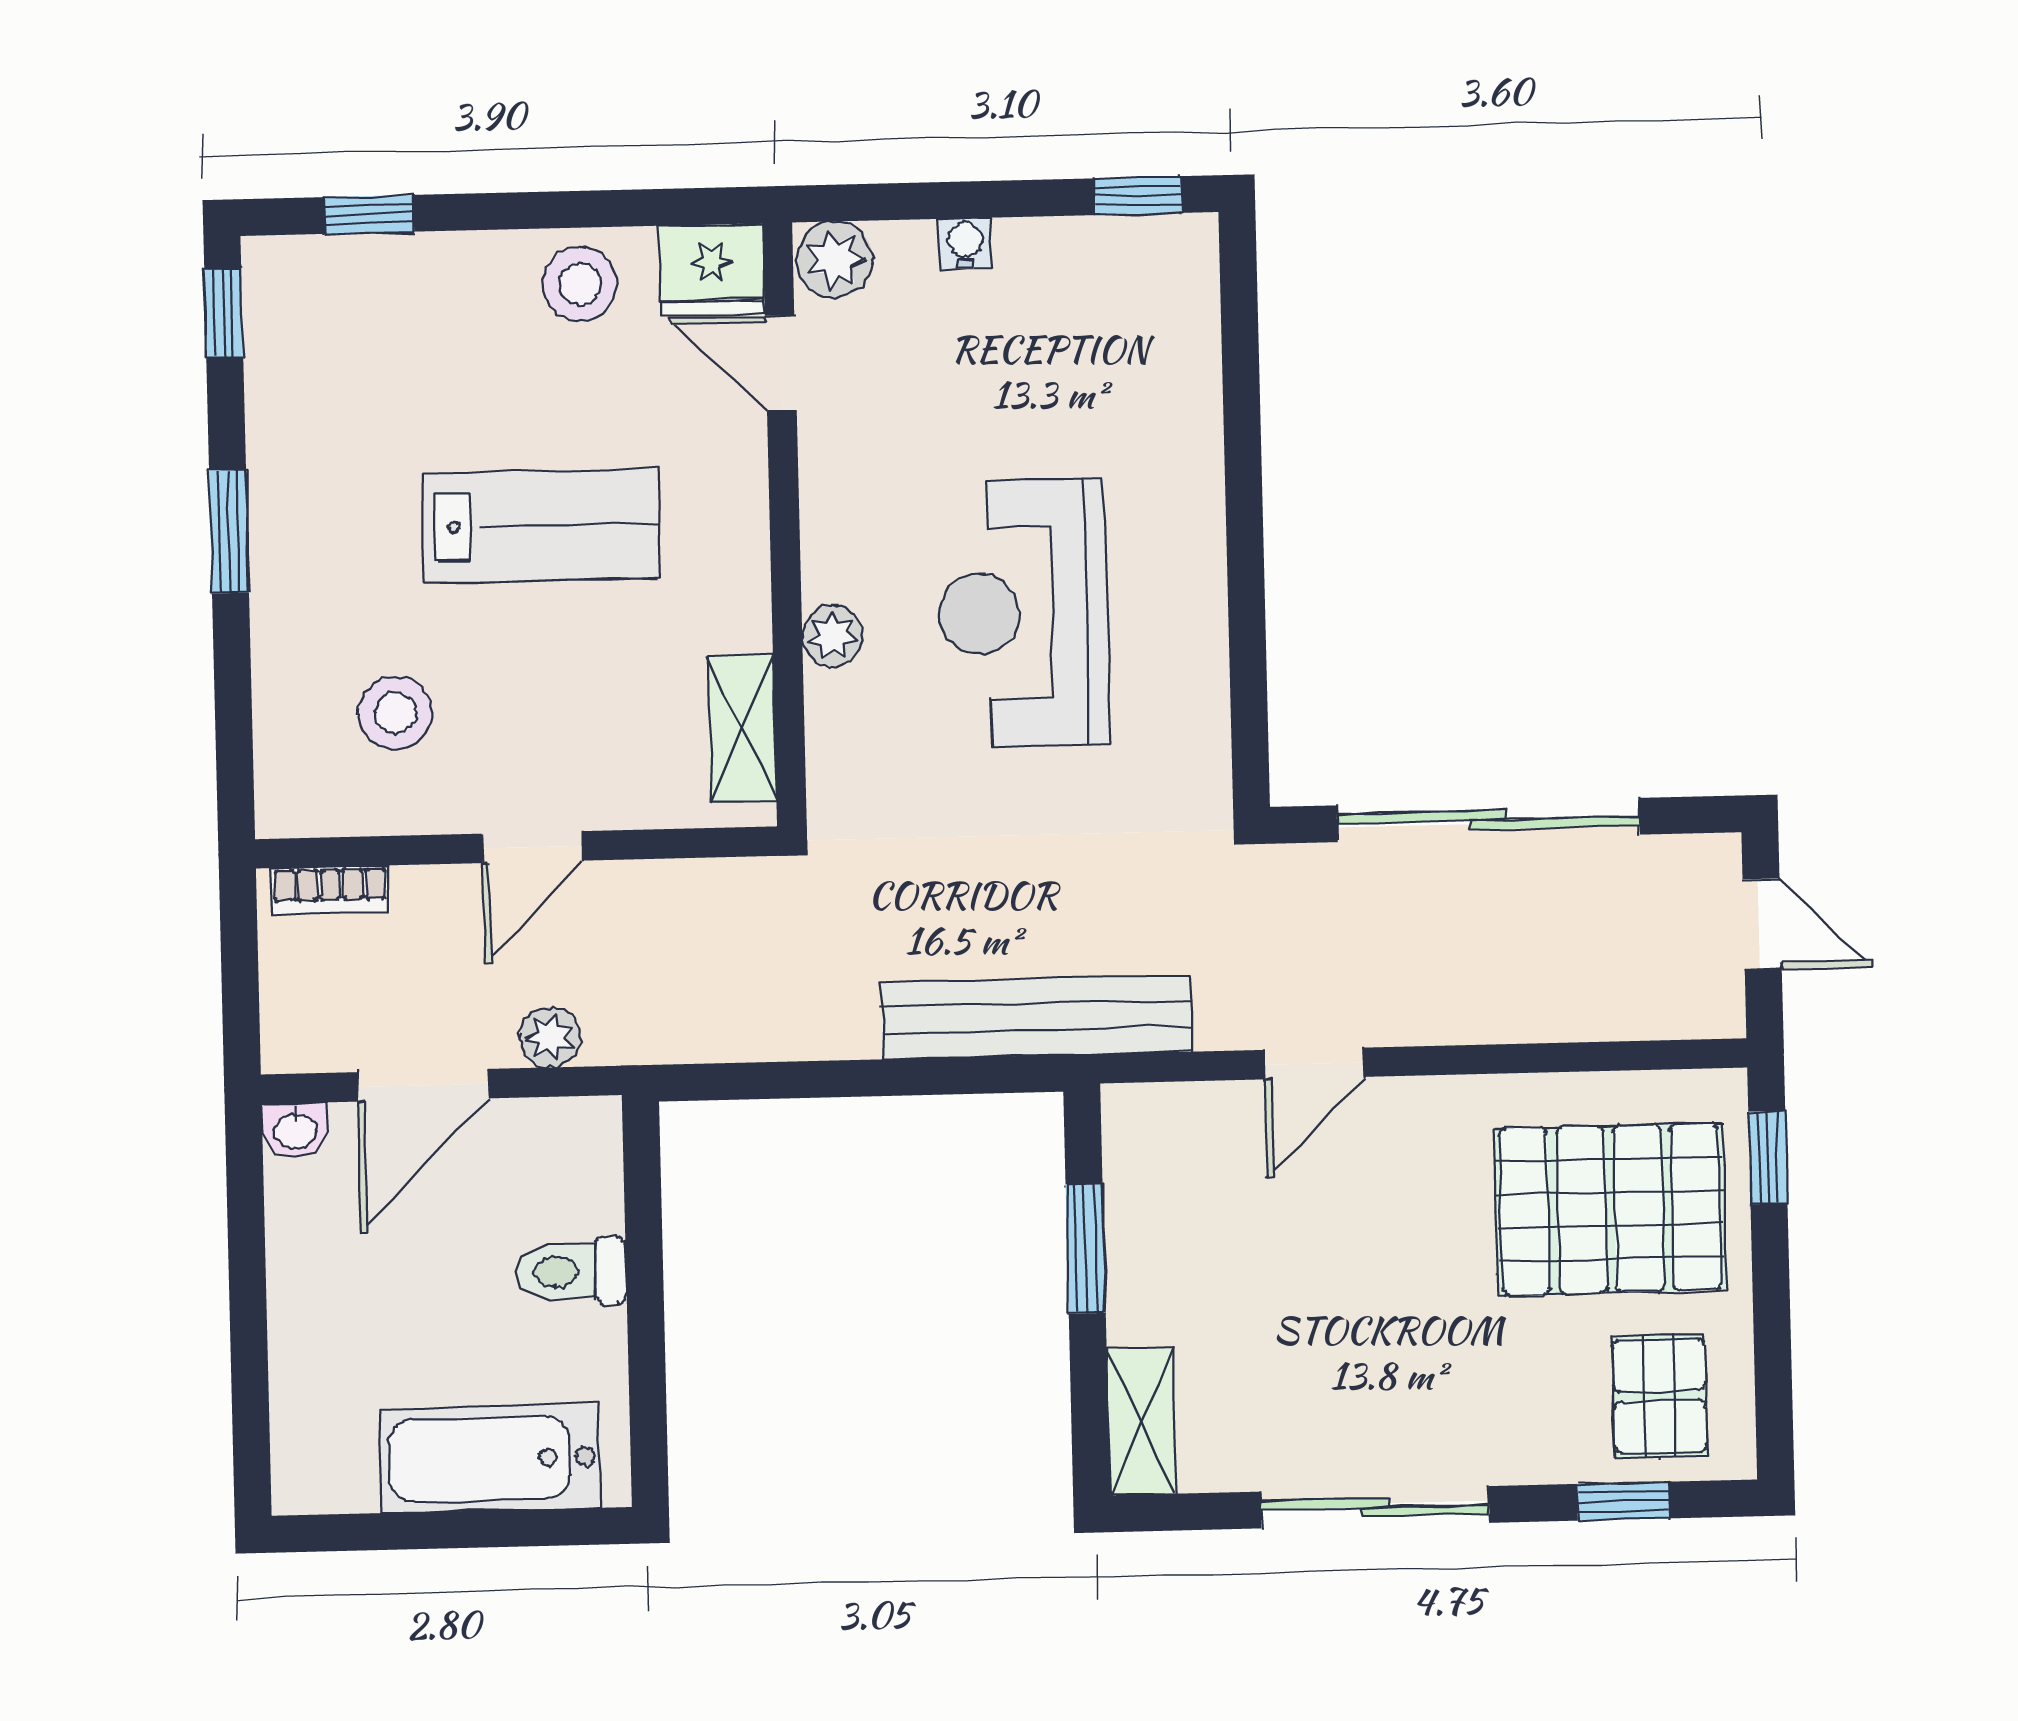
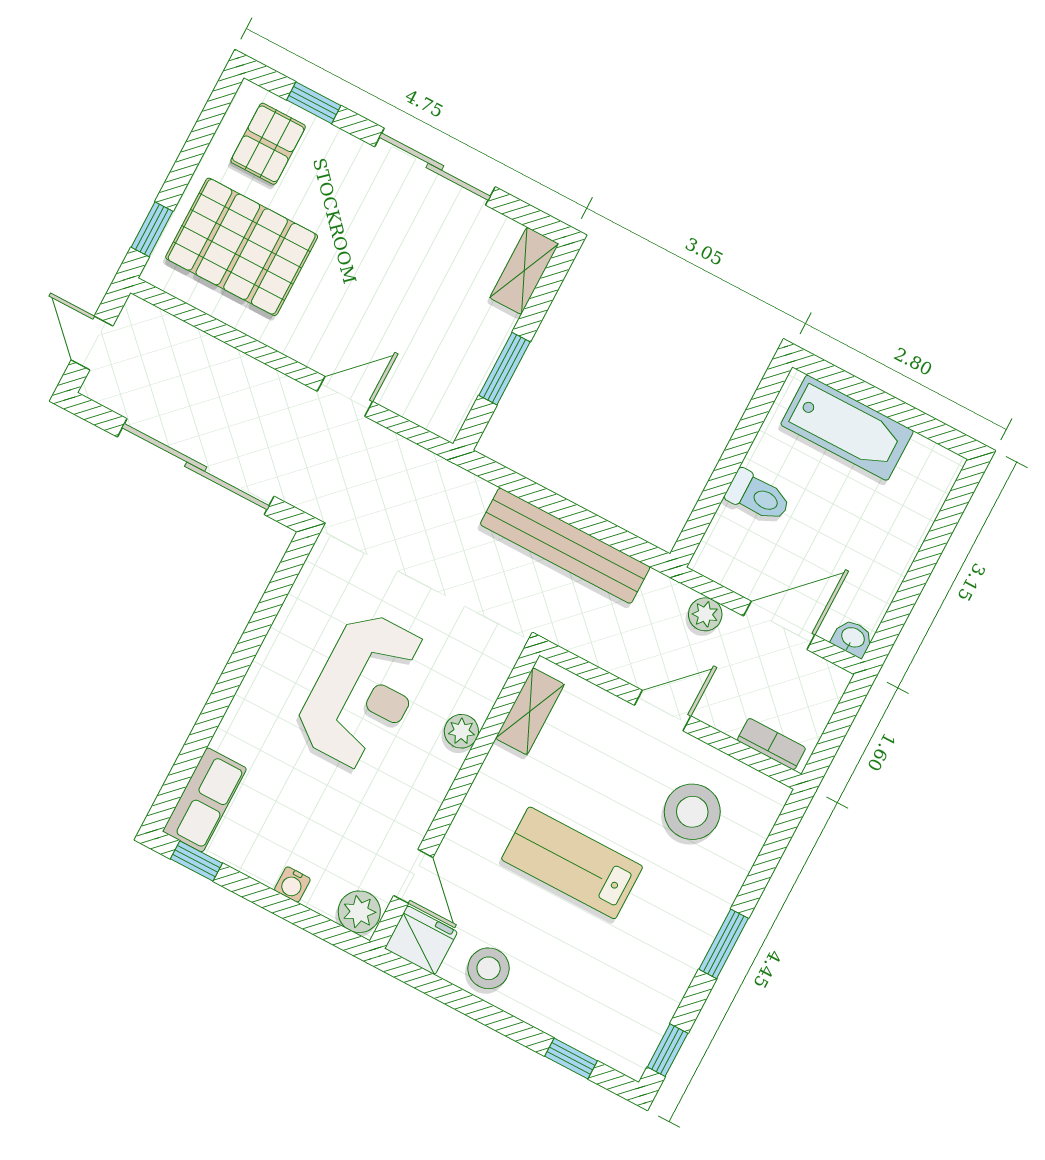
row of seats: (1179, 300) -> (205, 800), added
stool: (396, 713) -> (692, 812), width x1.38, depth x1.38
bench: (1037, 1017) -> (565, 546), moved

